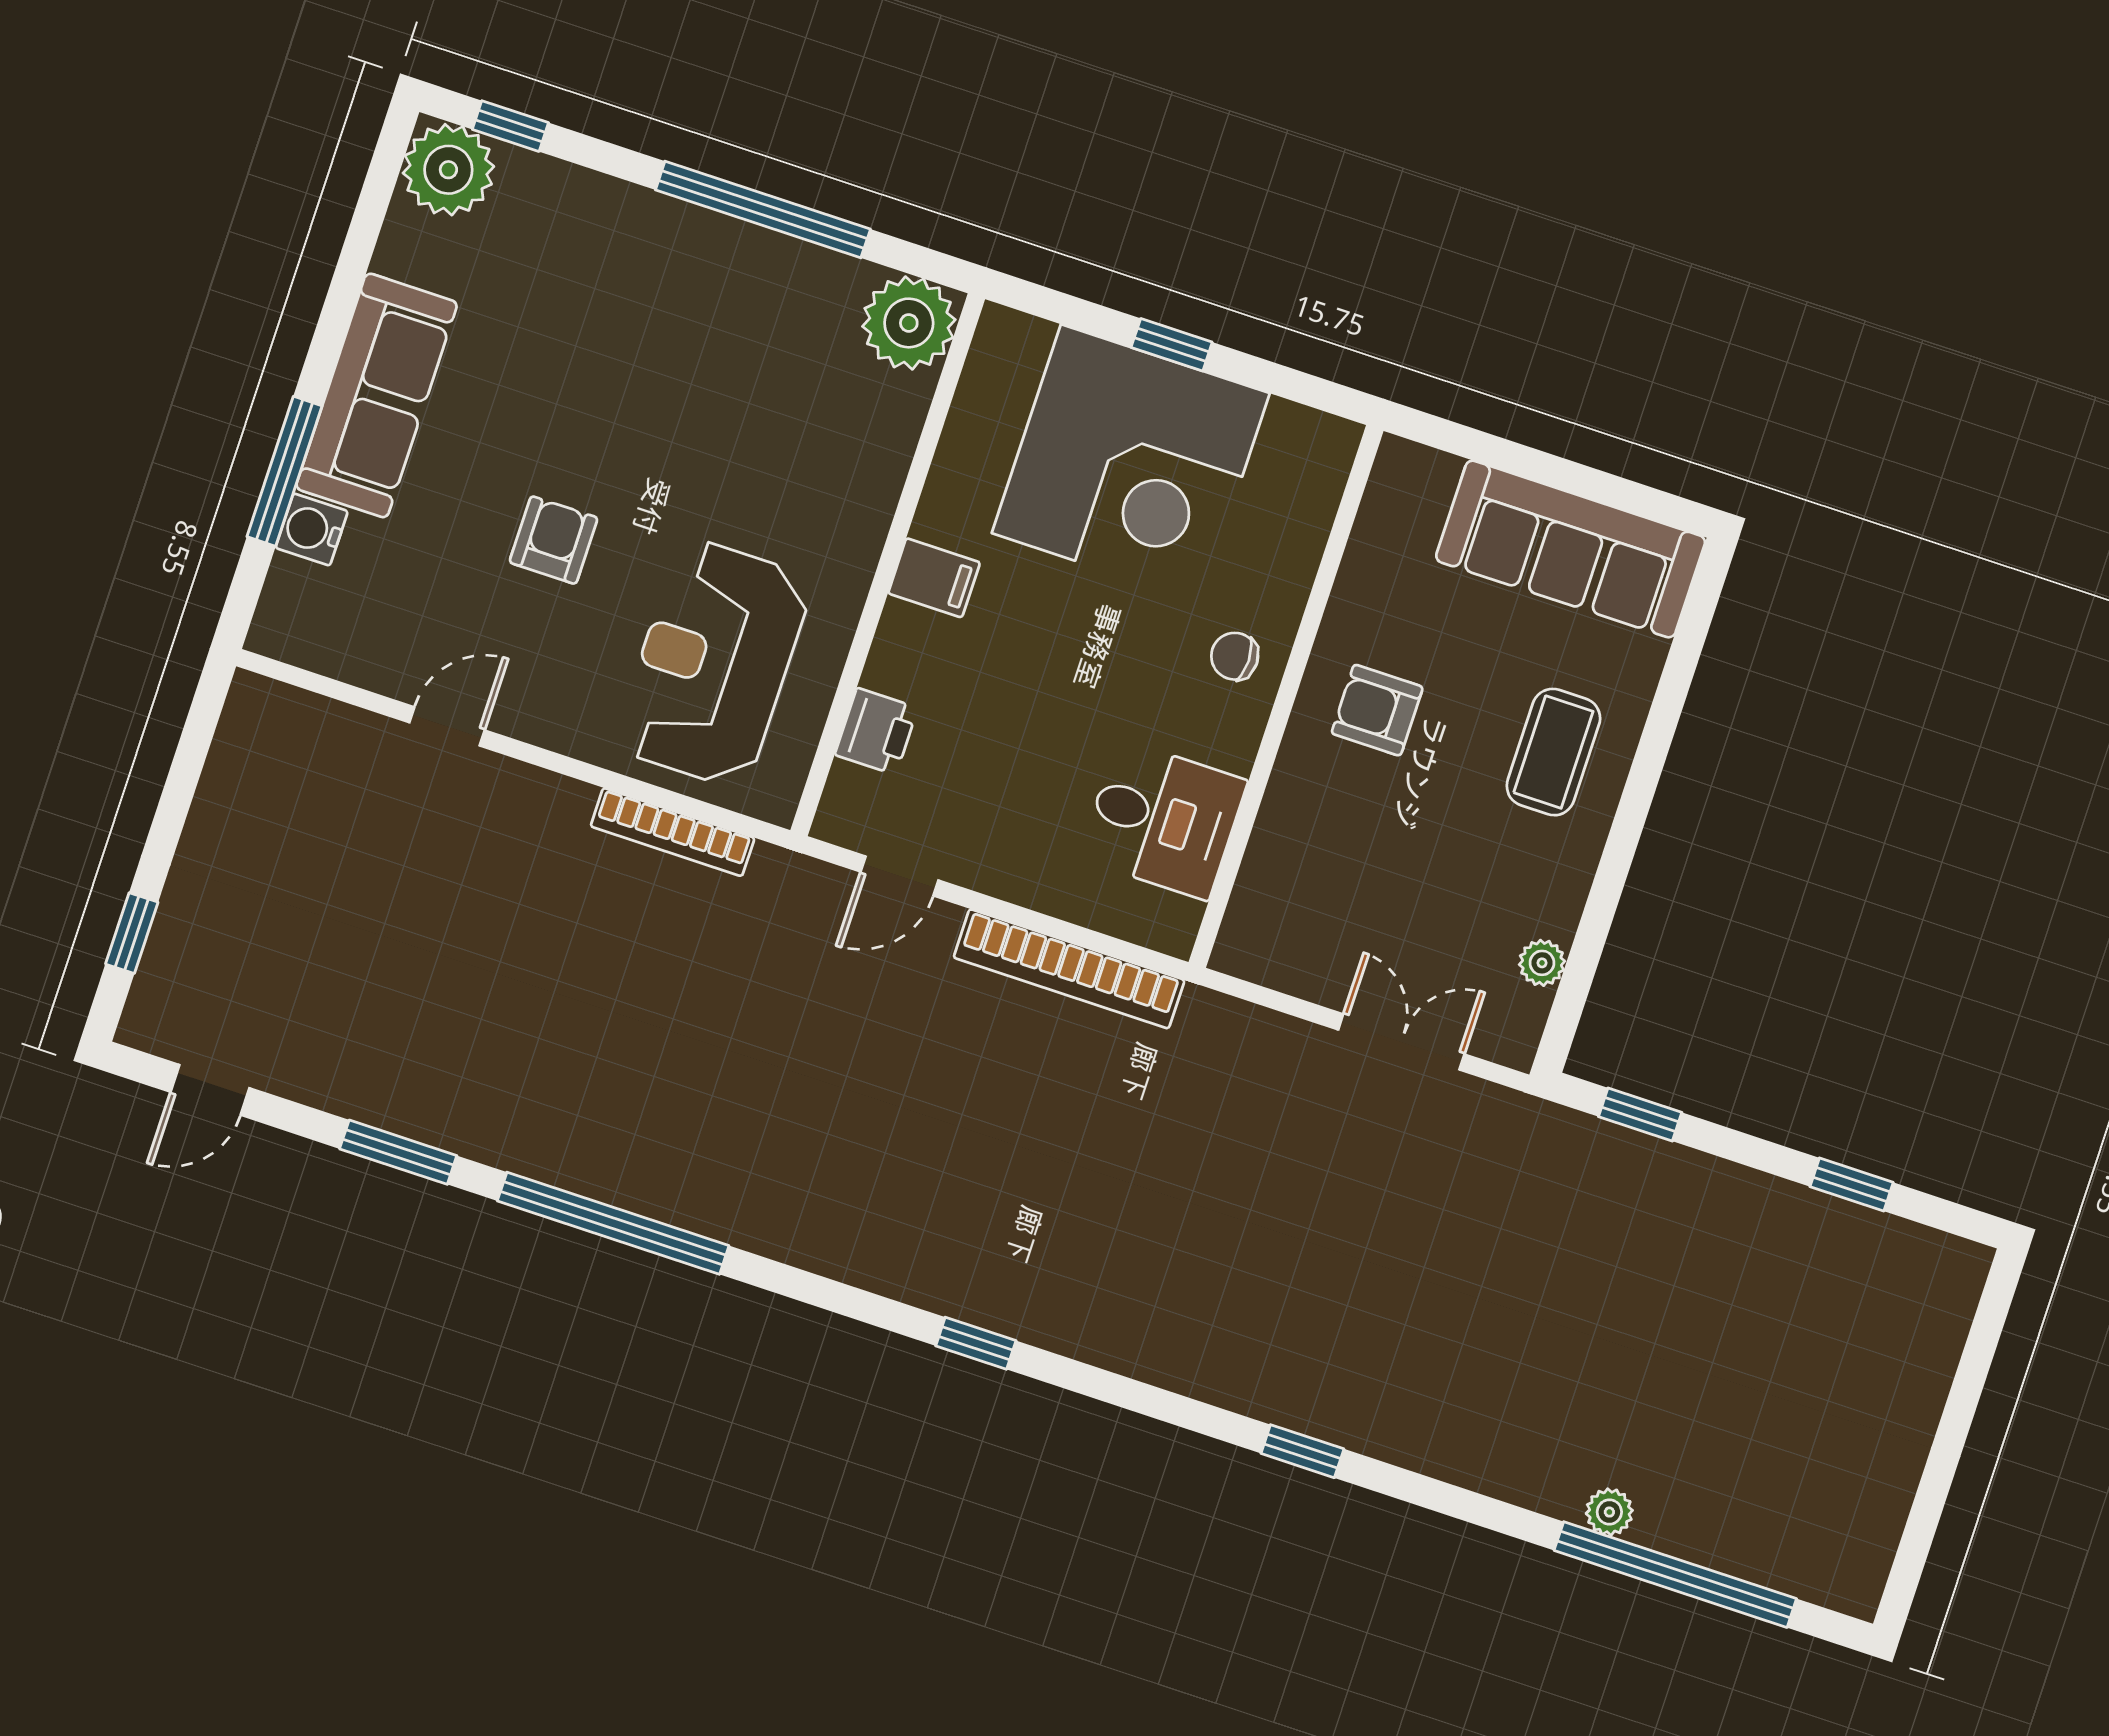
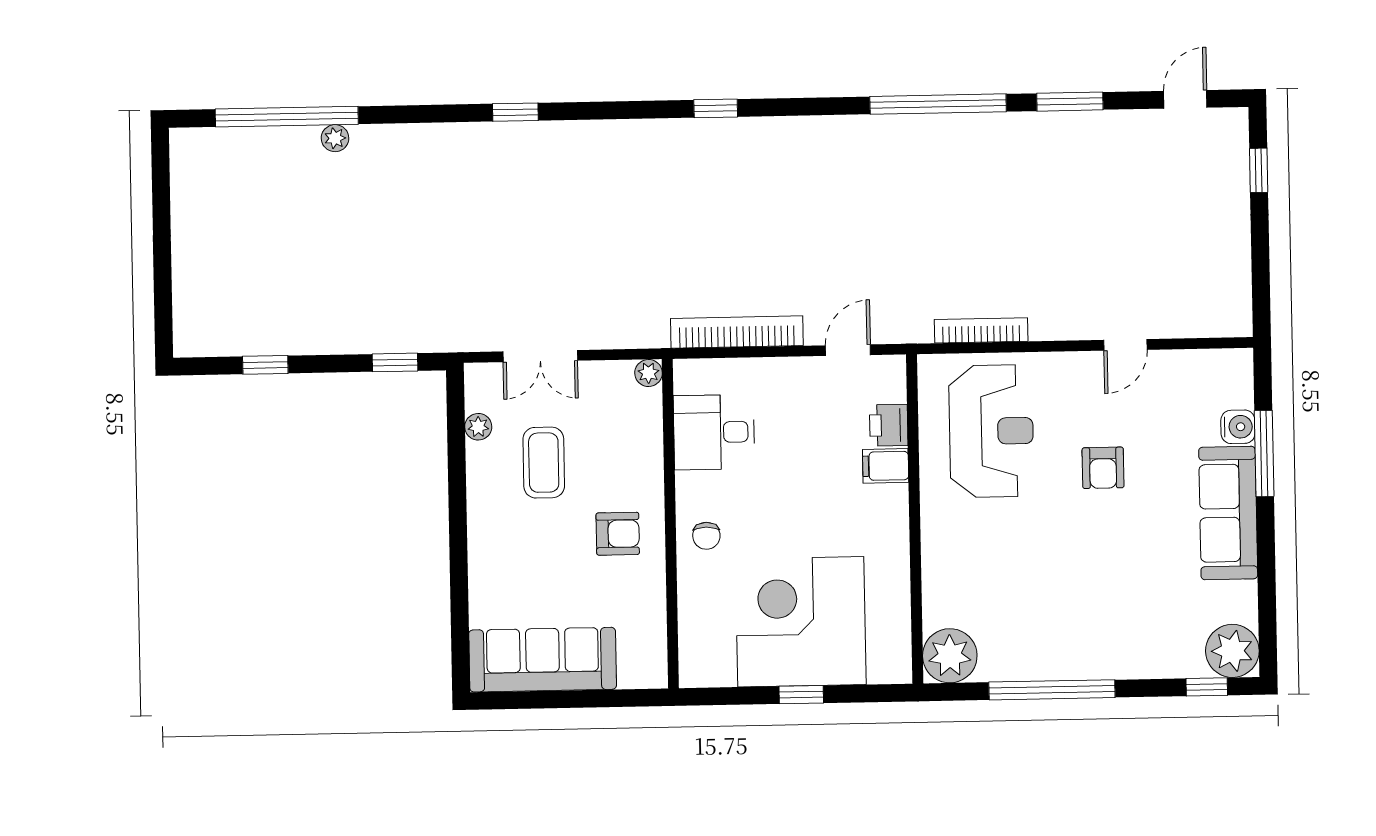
filing cabinet: (934, 578) -> (886, 466), moved
chair: (1235, 656) -> (706, 536), turned 90
coffee table: (1553, 752) -> (544, 463), moved
plant: (1236, 953) -> (648, 373), added

